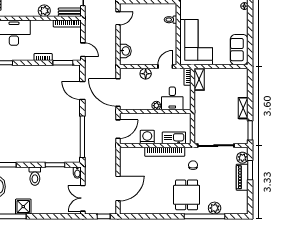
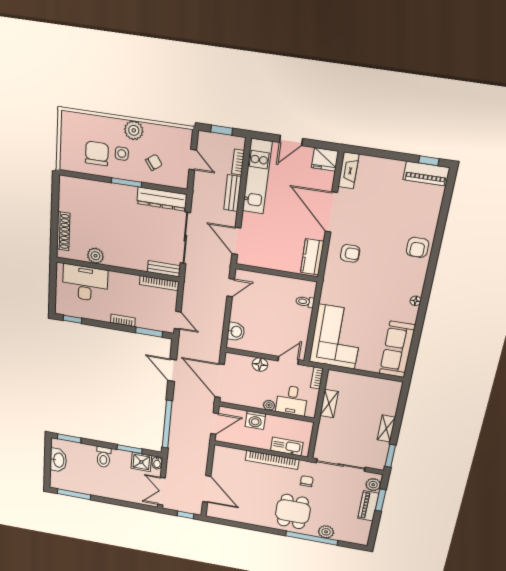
plant: (44, 11) -> (95, 256), moved
sofa: (239, 50) -> (397, 349), width x1.36
shelving: (199, 79) -> (329, 404), moved
washing machine: (147, 137) -> (255, 420), moved, turned 180
door: (118, 188) -> (207, 489), hinge flipped
shower: (23, 207) -> (141, 462), moved

